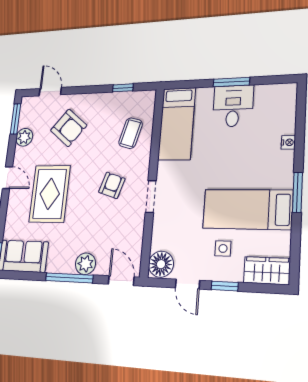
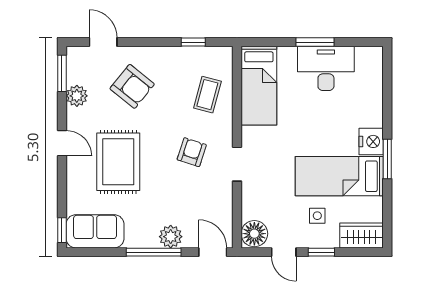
desk: (233, 106) -> (326, 68), width x1.37
nightstand: (288, 142) -> (371, 141), moved, width x1.89, depth x1.79

